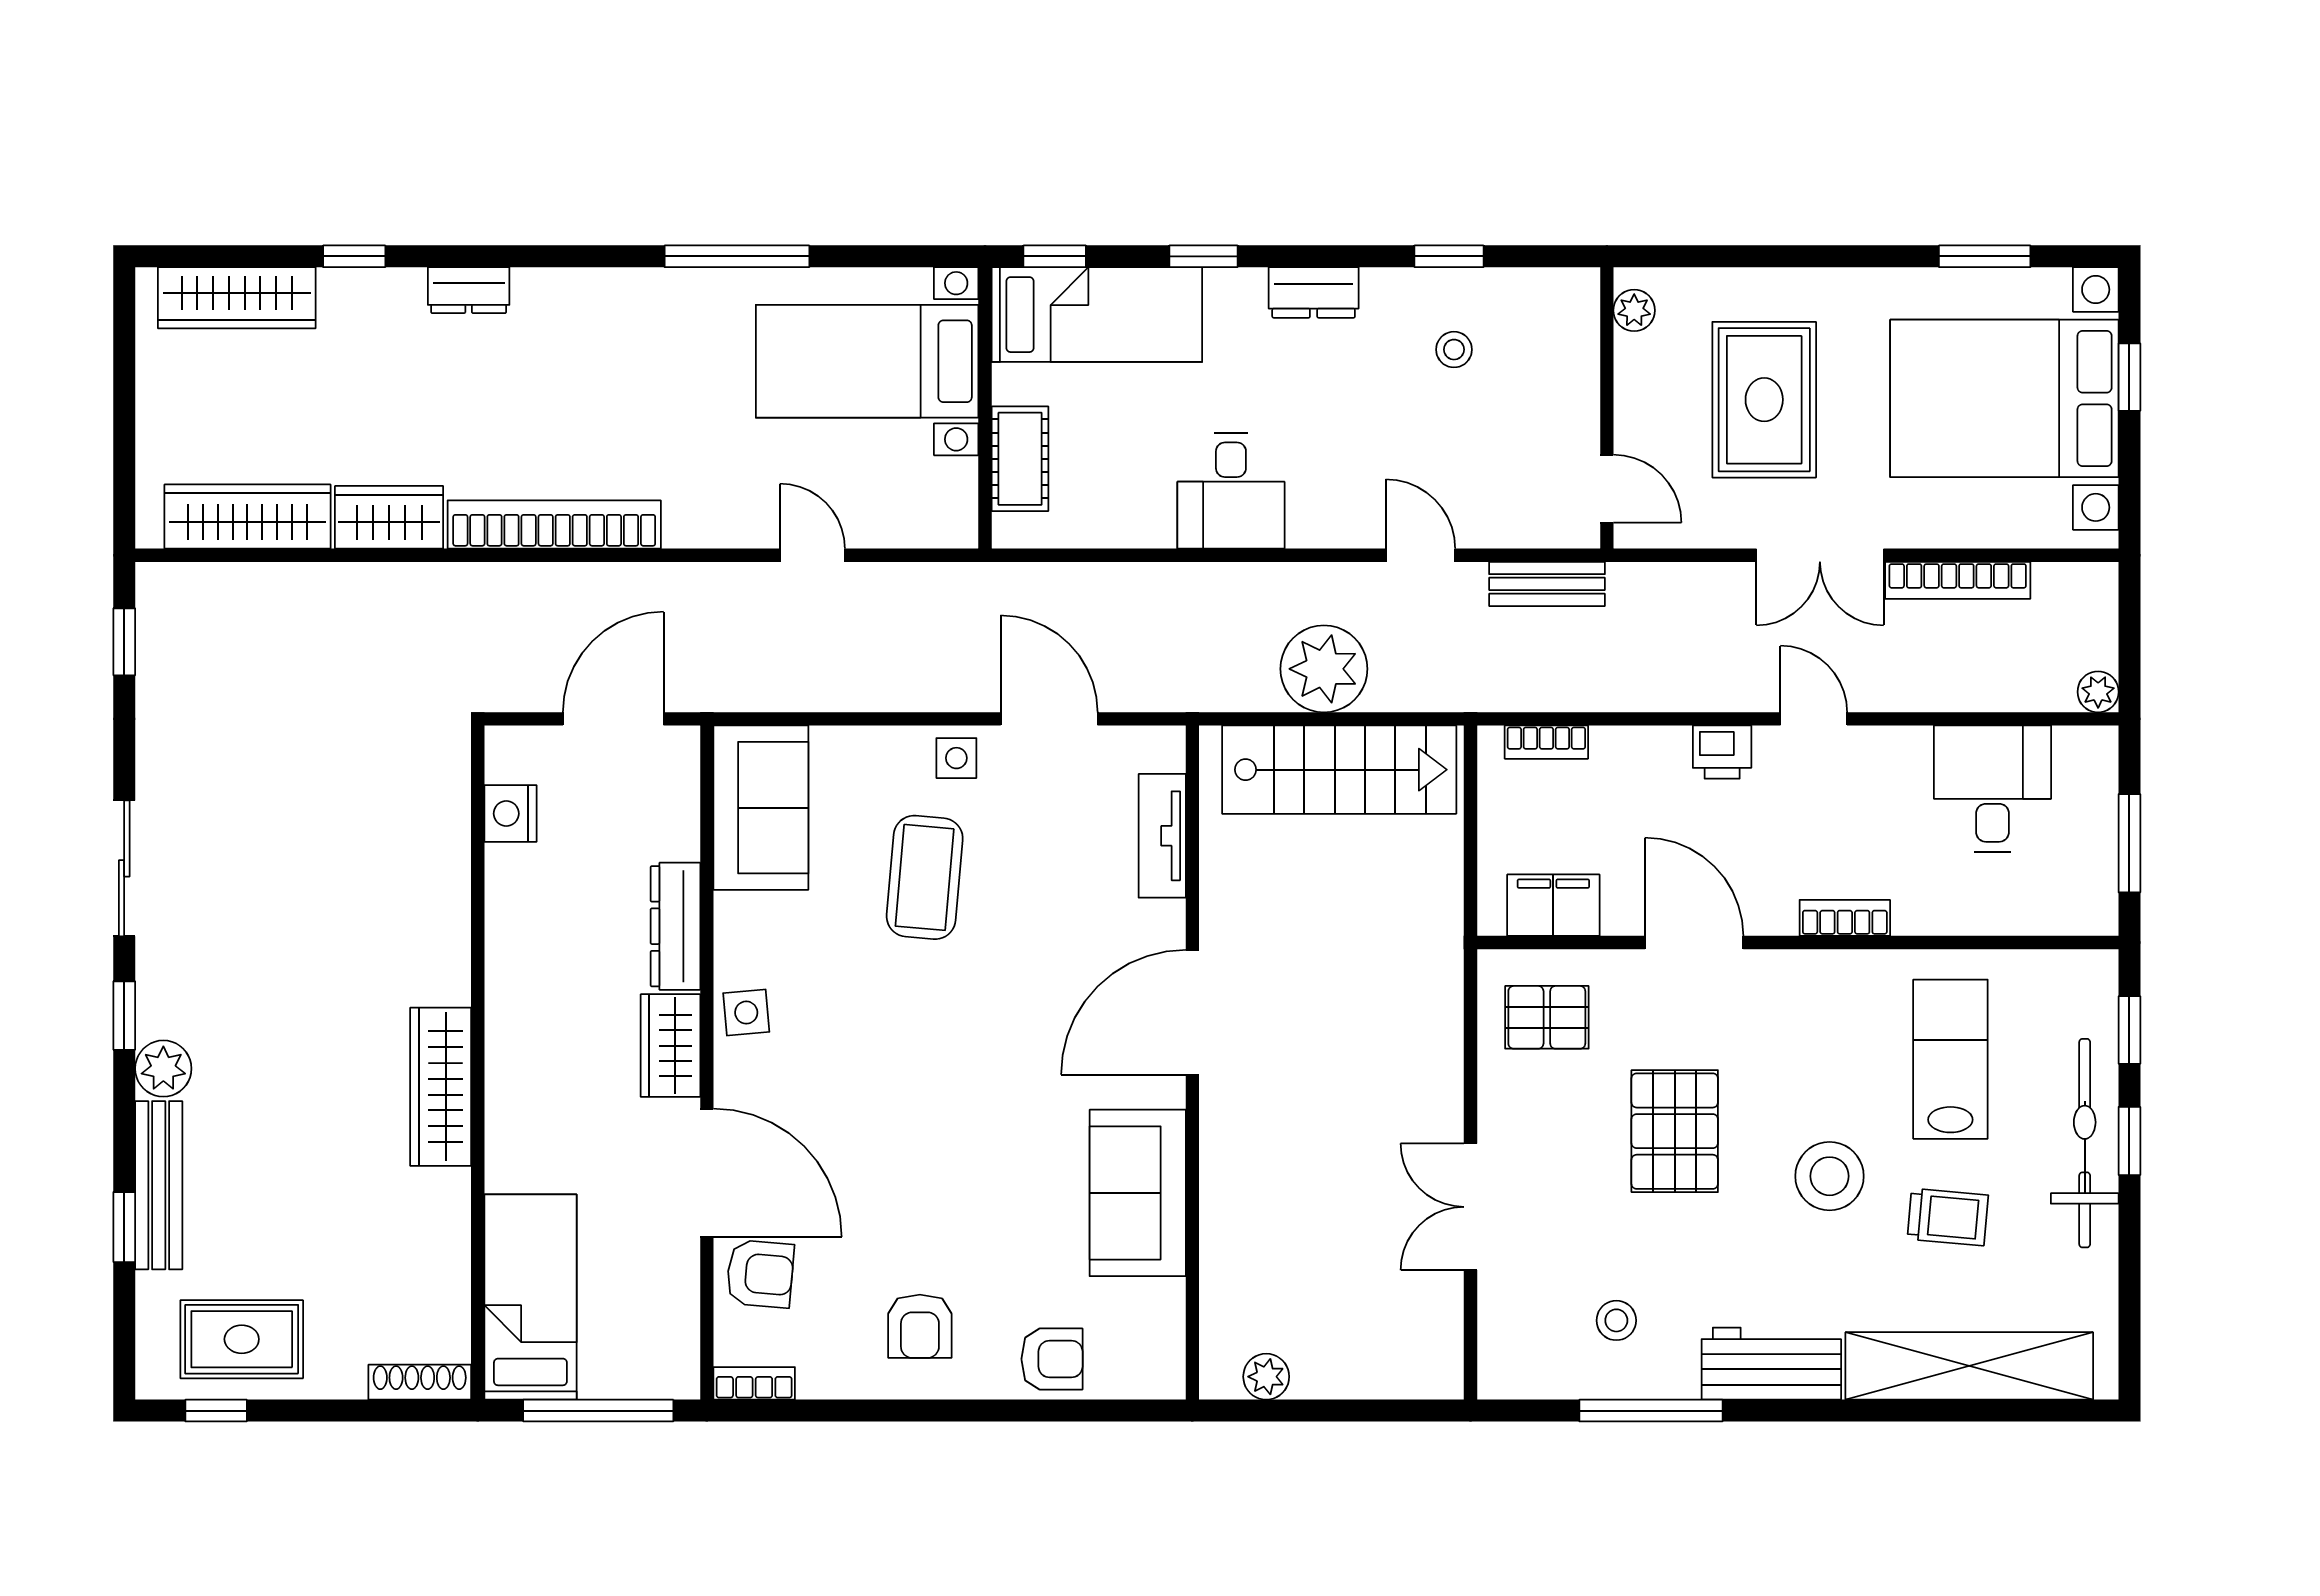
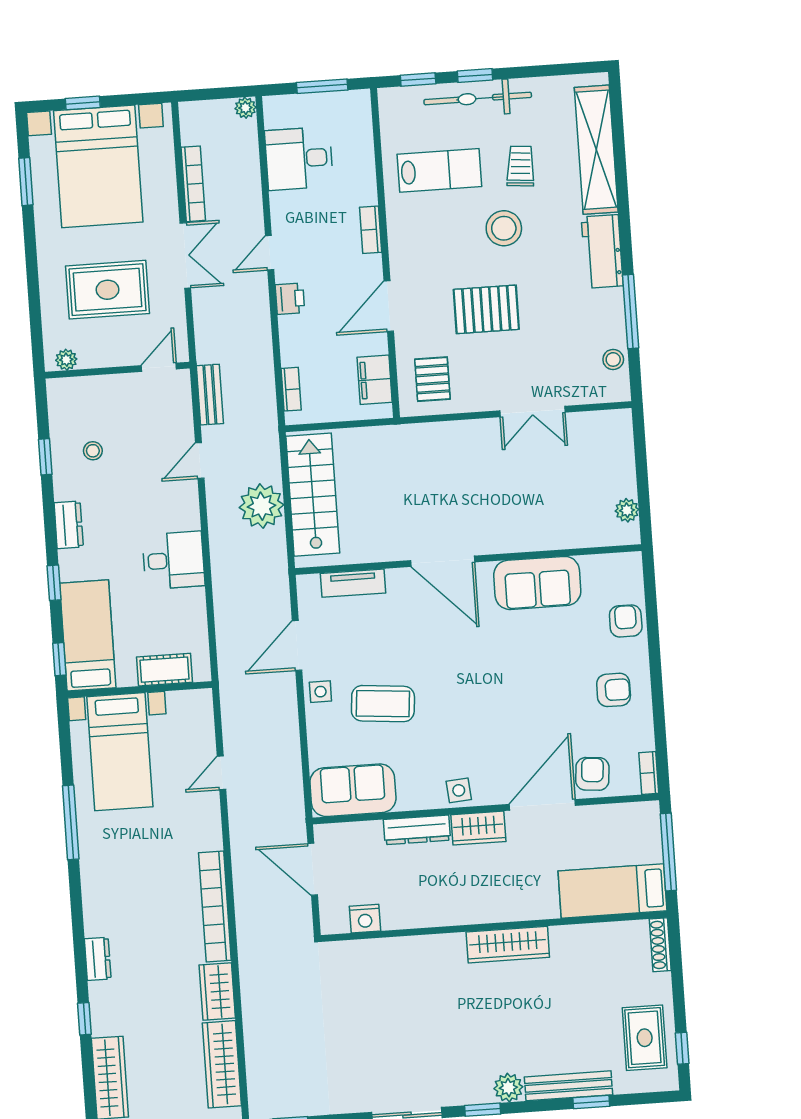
lab bench: (1950, 1059) -> (439, 170), turned 180
stool: (1616, 1320) -> (613, 359), moved

